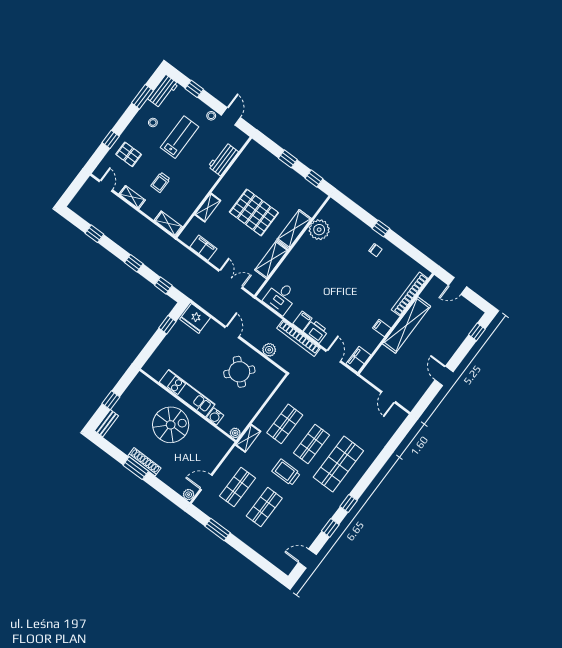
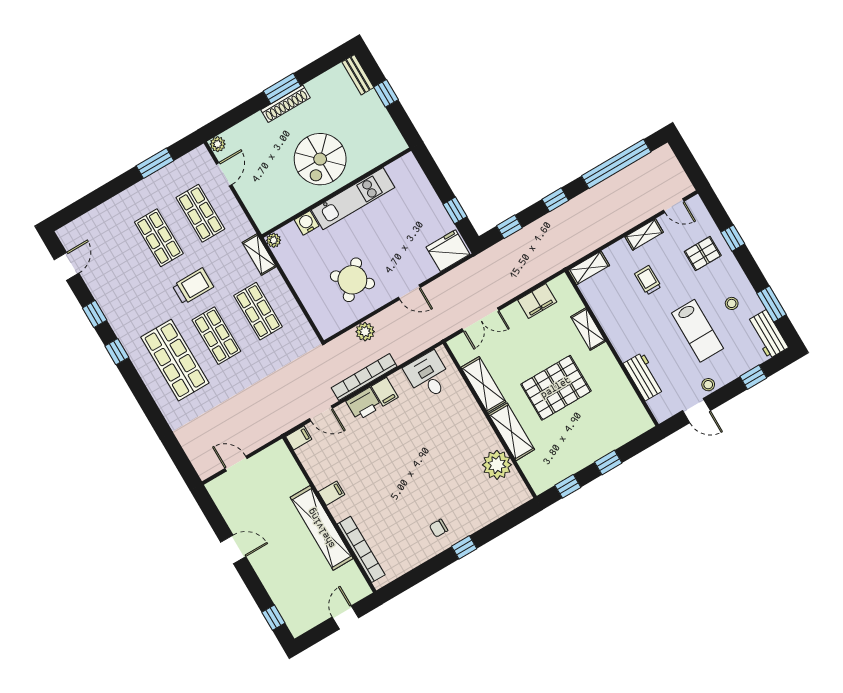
window: (94, 234) -> (616, 164), width x3.17
filing cabinet: (358, 359) -> (299, 438), width x0.50

